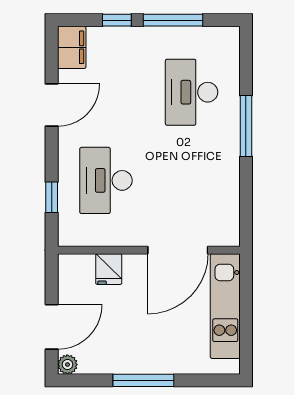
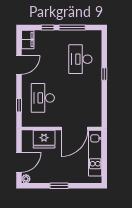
window: (246, 126) -> (104, 74), width x0.46
fridge: (109, 269) -> (44, 139), width x1.88, depth x1.34
window: (143, 380) -> (59, 186), width x0.69

